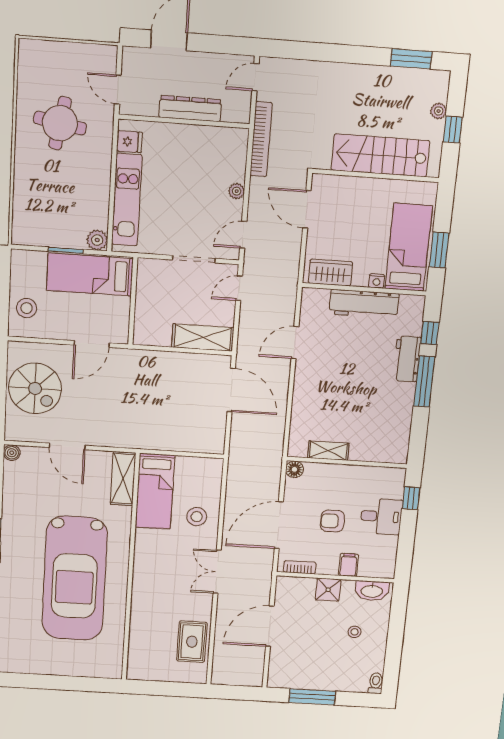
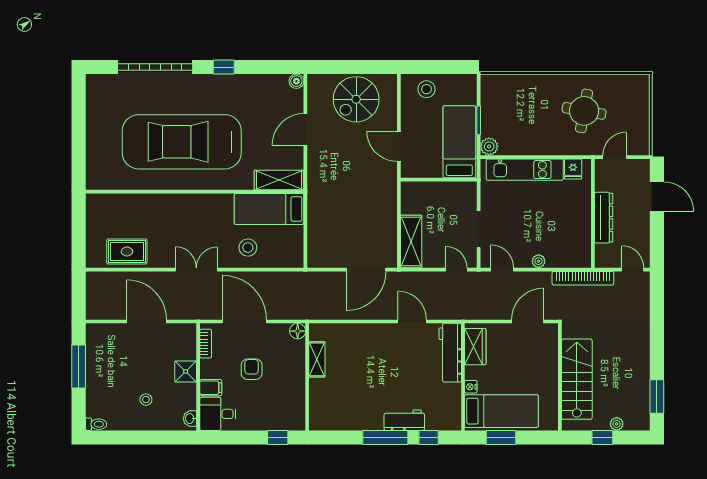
workbench: (364, 304) -> (450, 353), moved
desk: (381, 516) -> (218, 414), moved, turned 90
washbasin: (372, 591) -> (190, 419), width x0.52, depth x0.69

